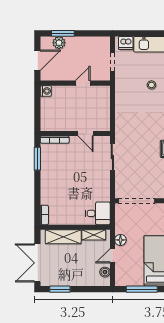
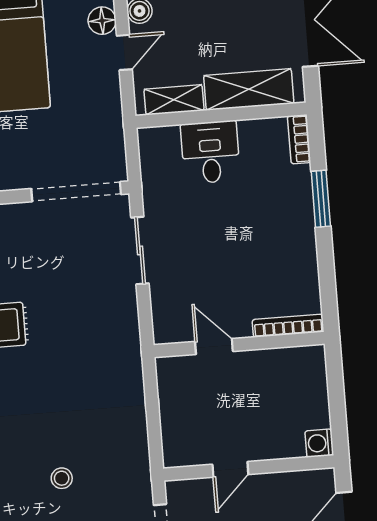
sliding door: (112, 157) -> (140, 250), moved
window: (37, 159) -> (321, 199), moved
desk: (98, 213) -> (210, 152), moved, turned 90
floor lamp: (120, 240) -> (102, 21), moved

